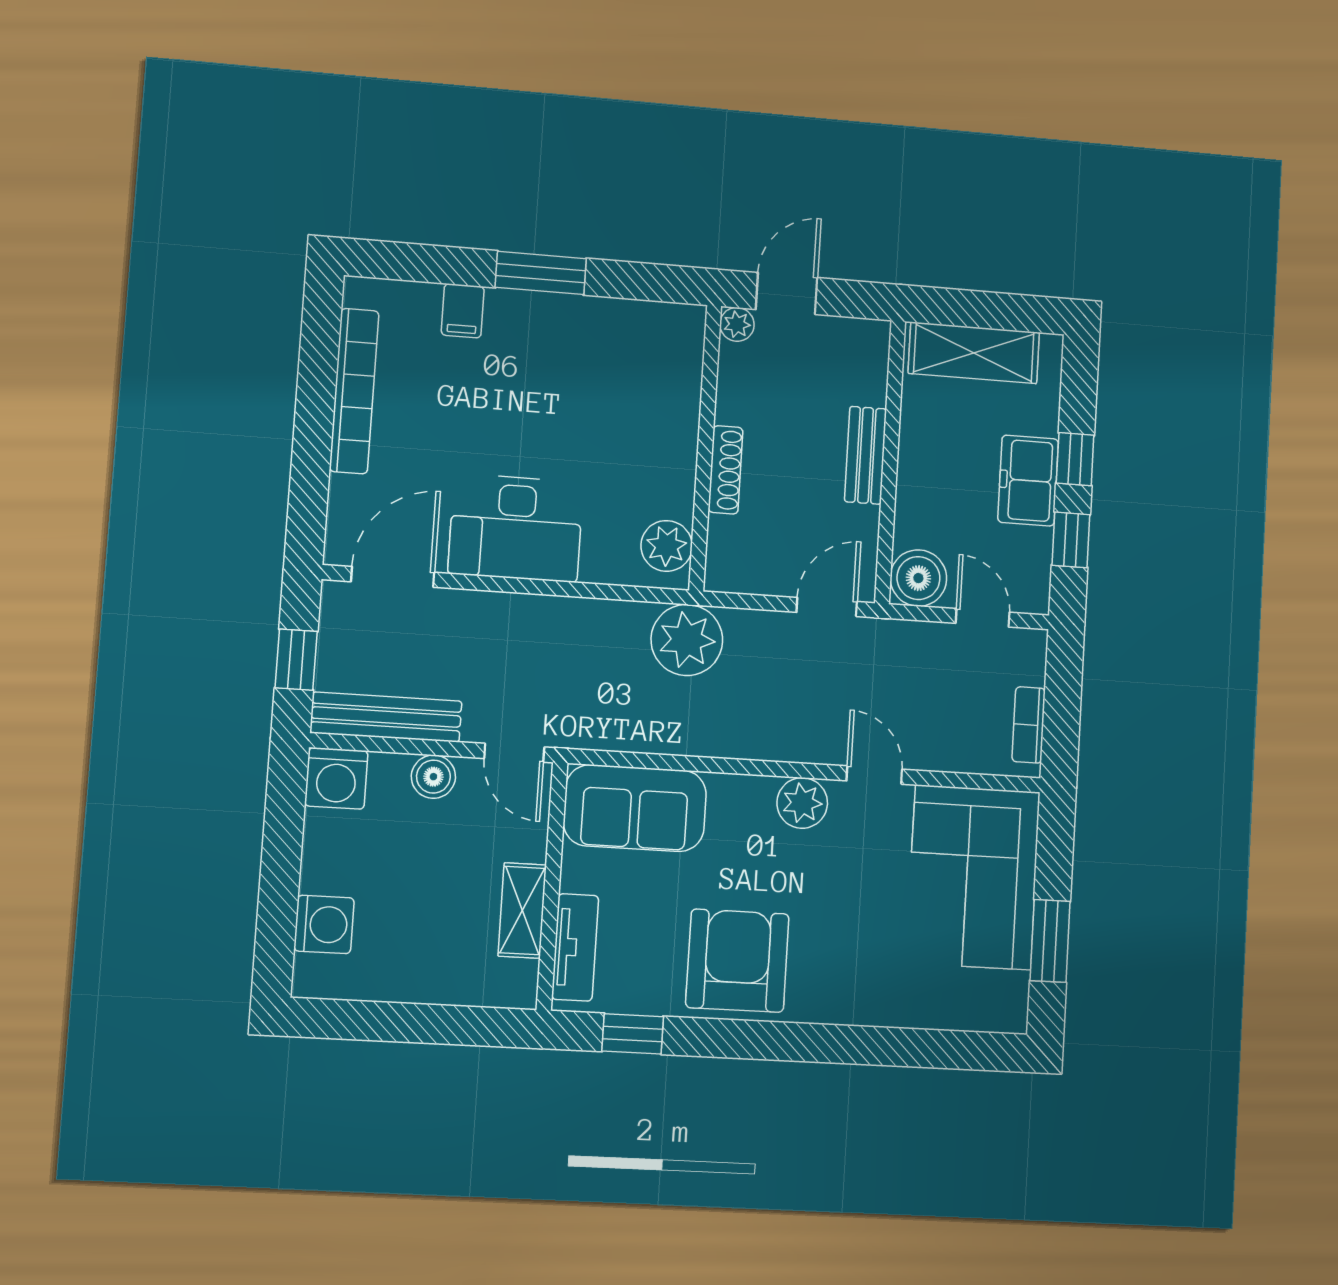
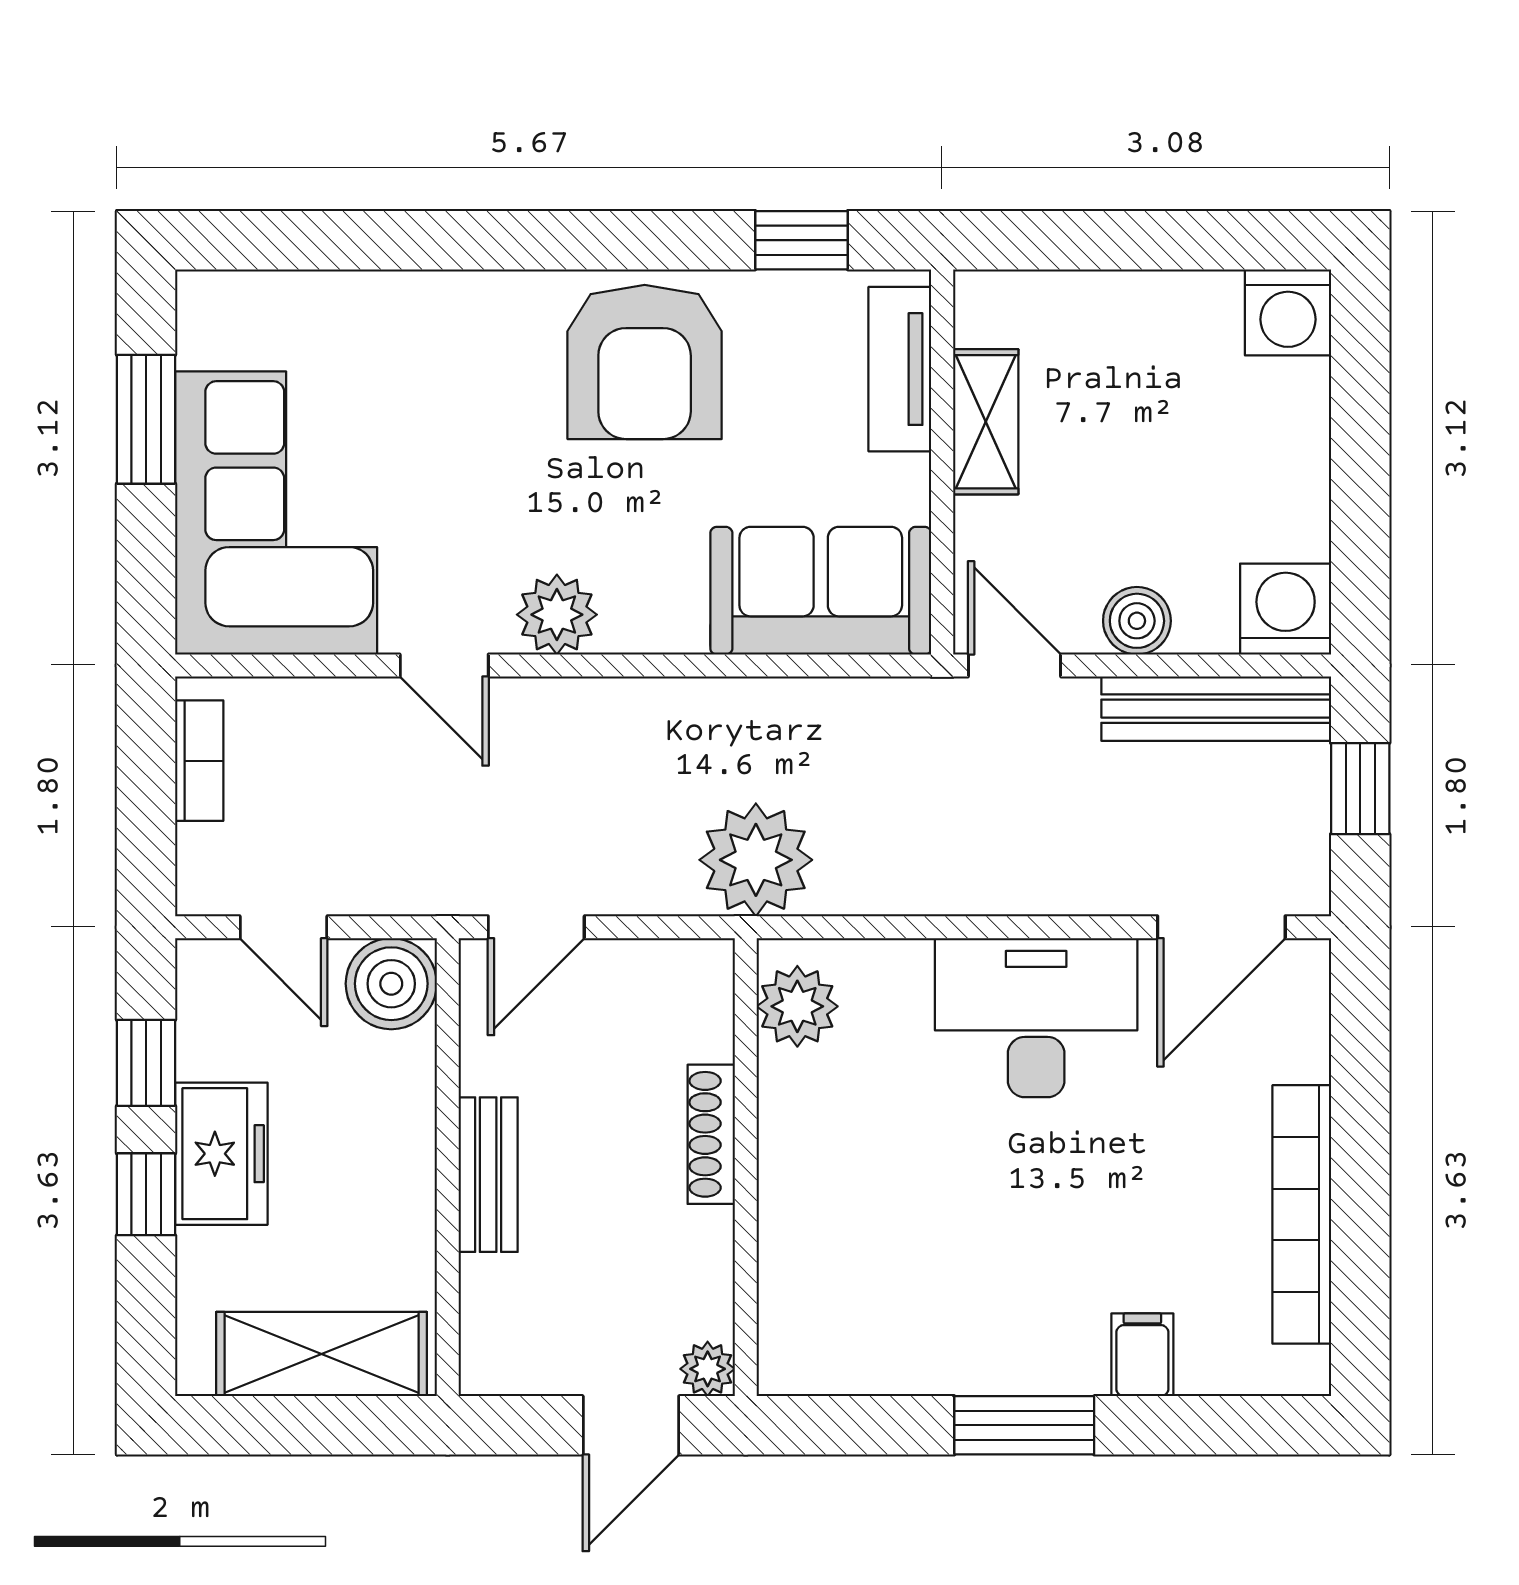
washing machine: (324, 924) -> (1288, 312), moved, turned -90

